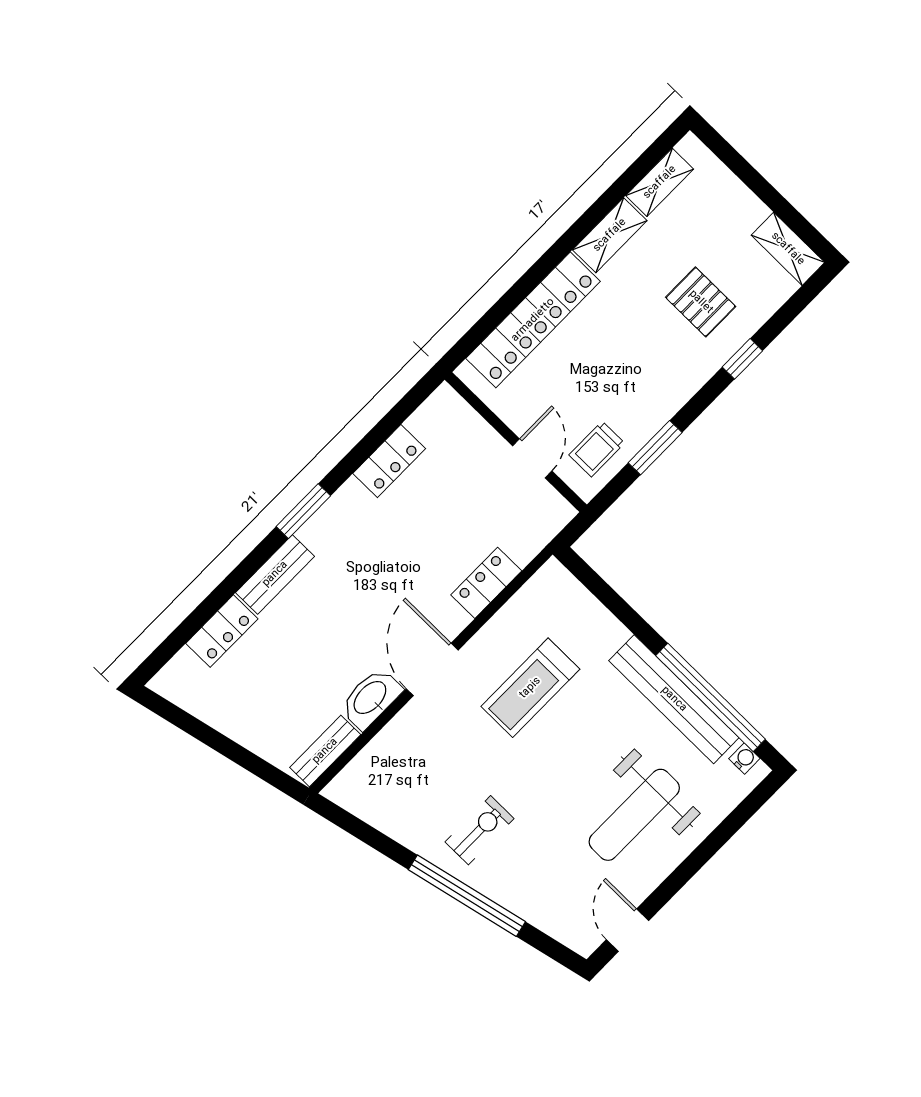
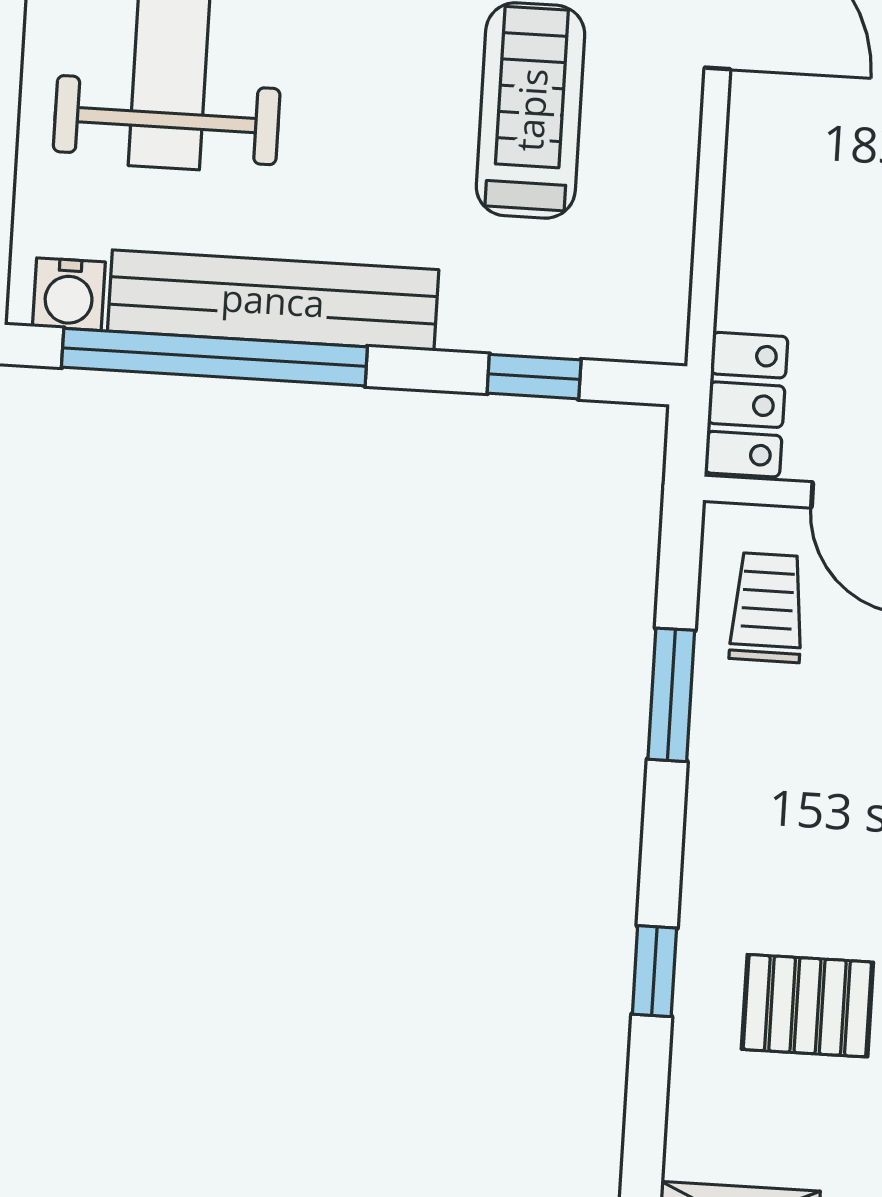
locker: (486, 583) -> (746, 405), moved
window: (608, 596) -> (534, 377), added
water cooler: (744, 759) -> (69, 294), width x1.38, depth x1.38

